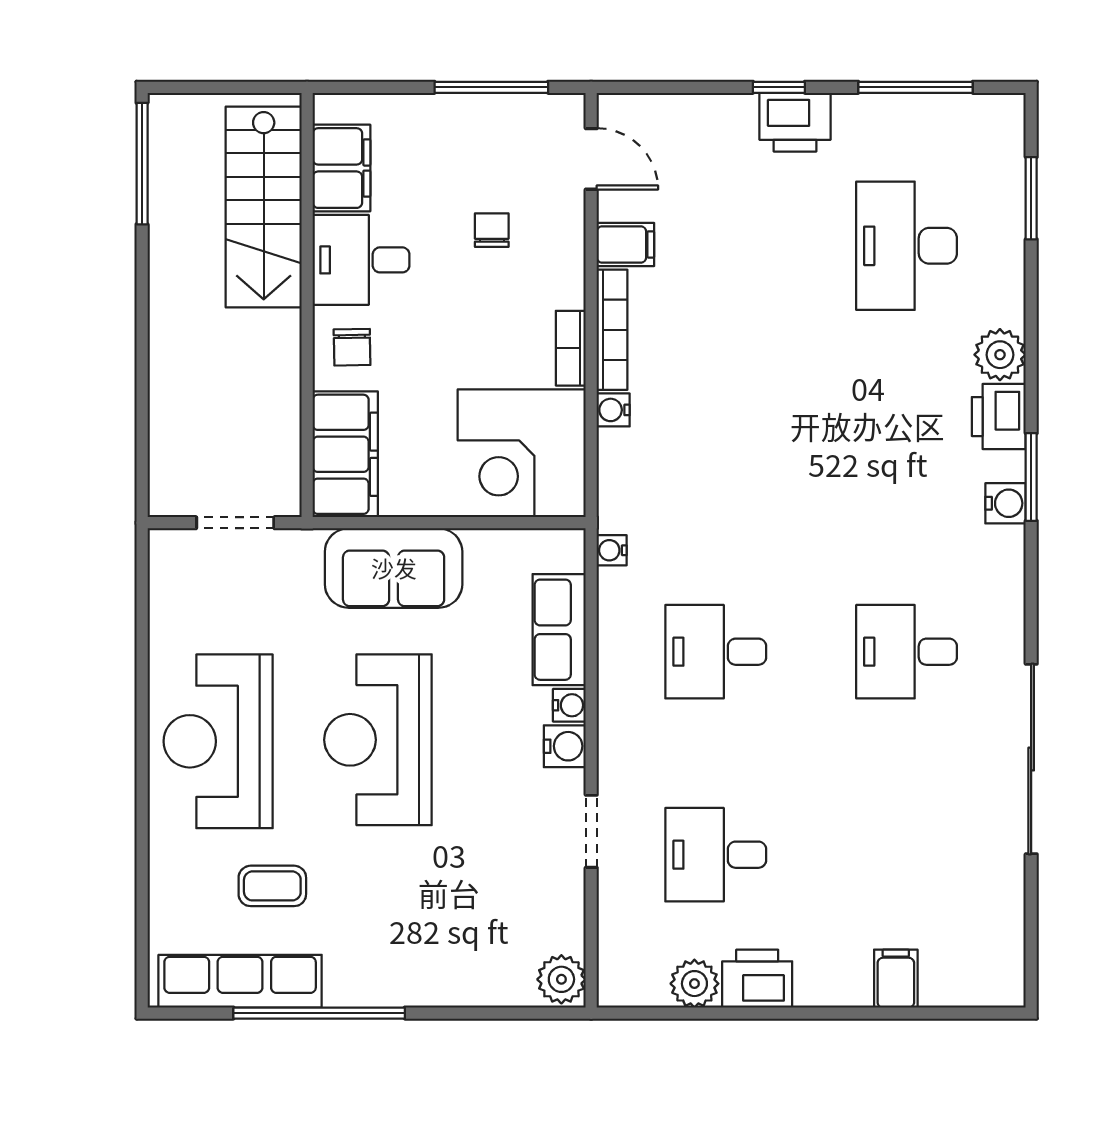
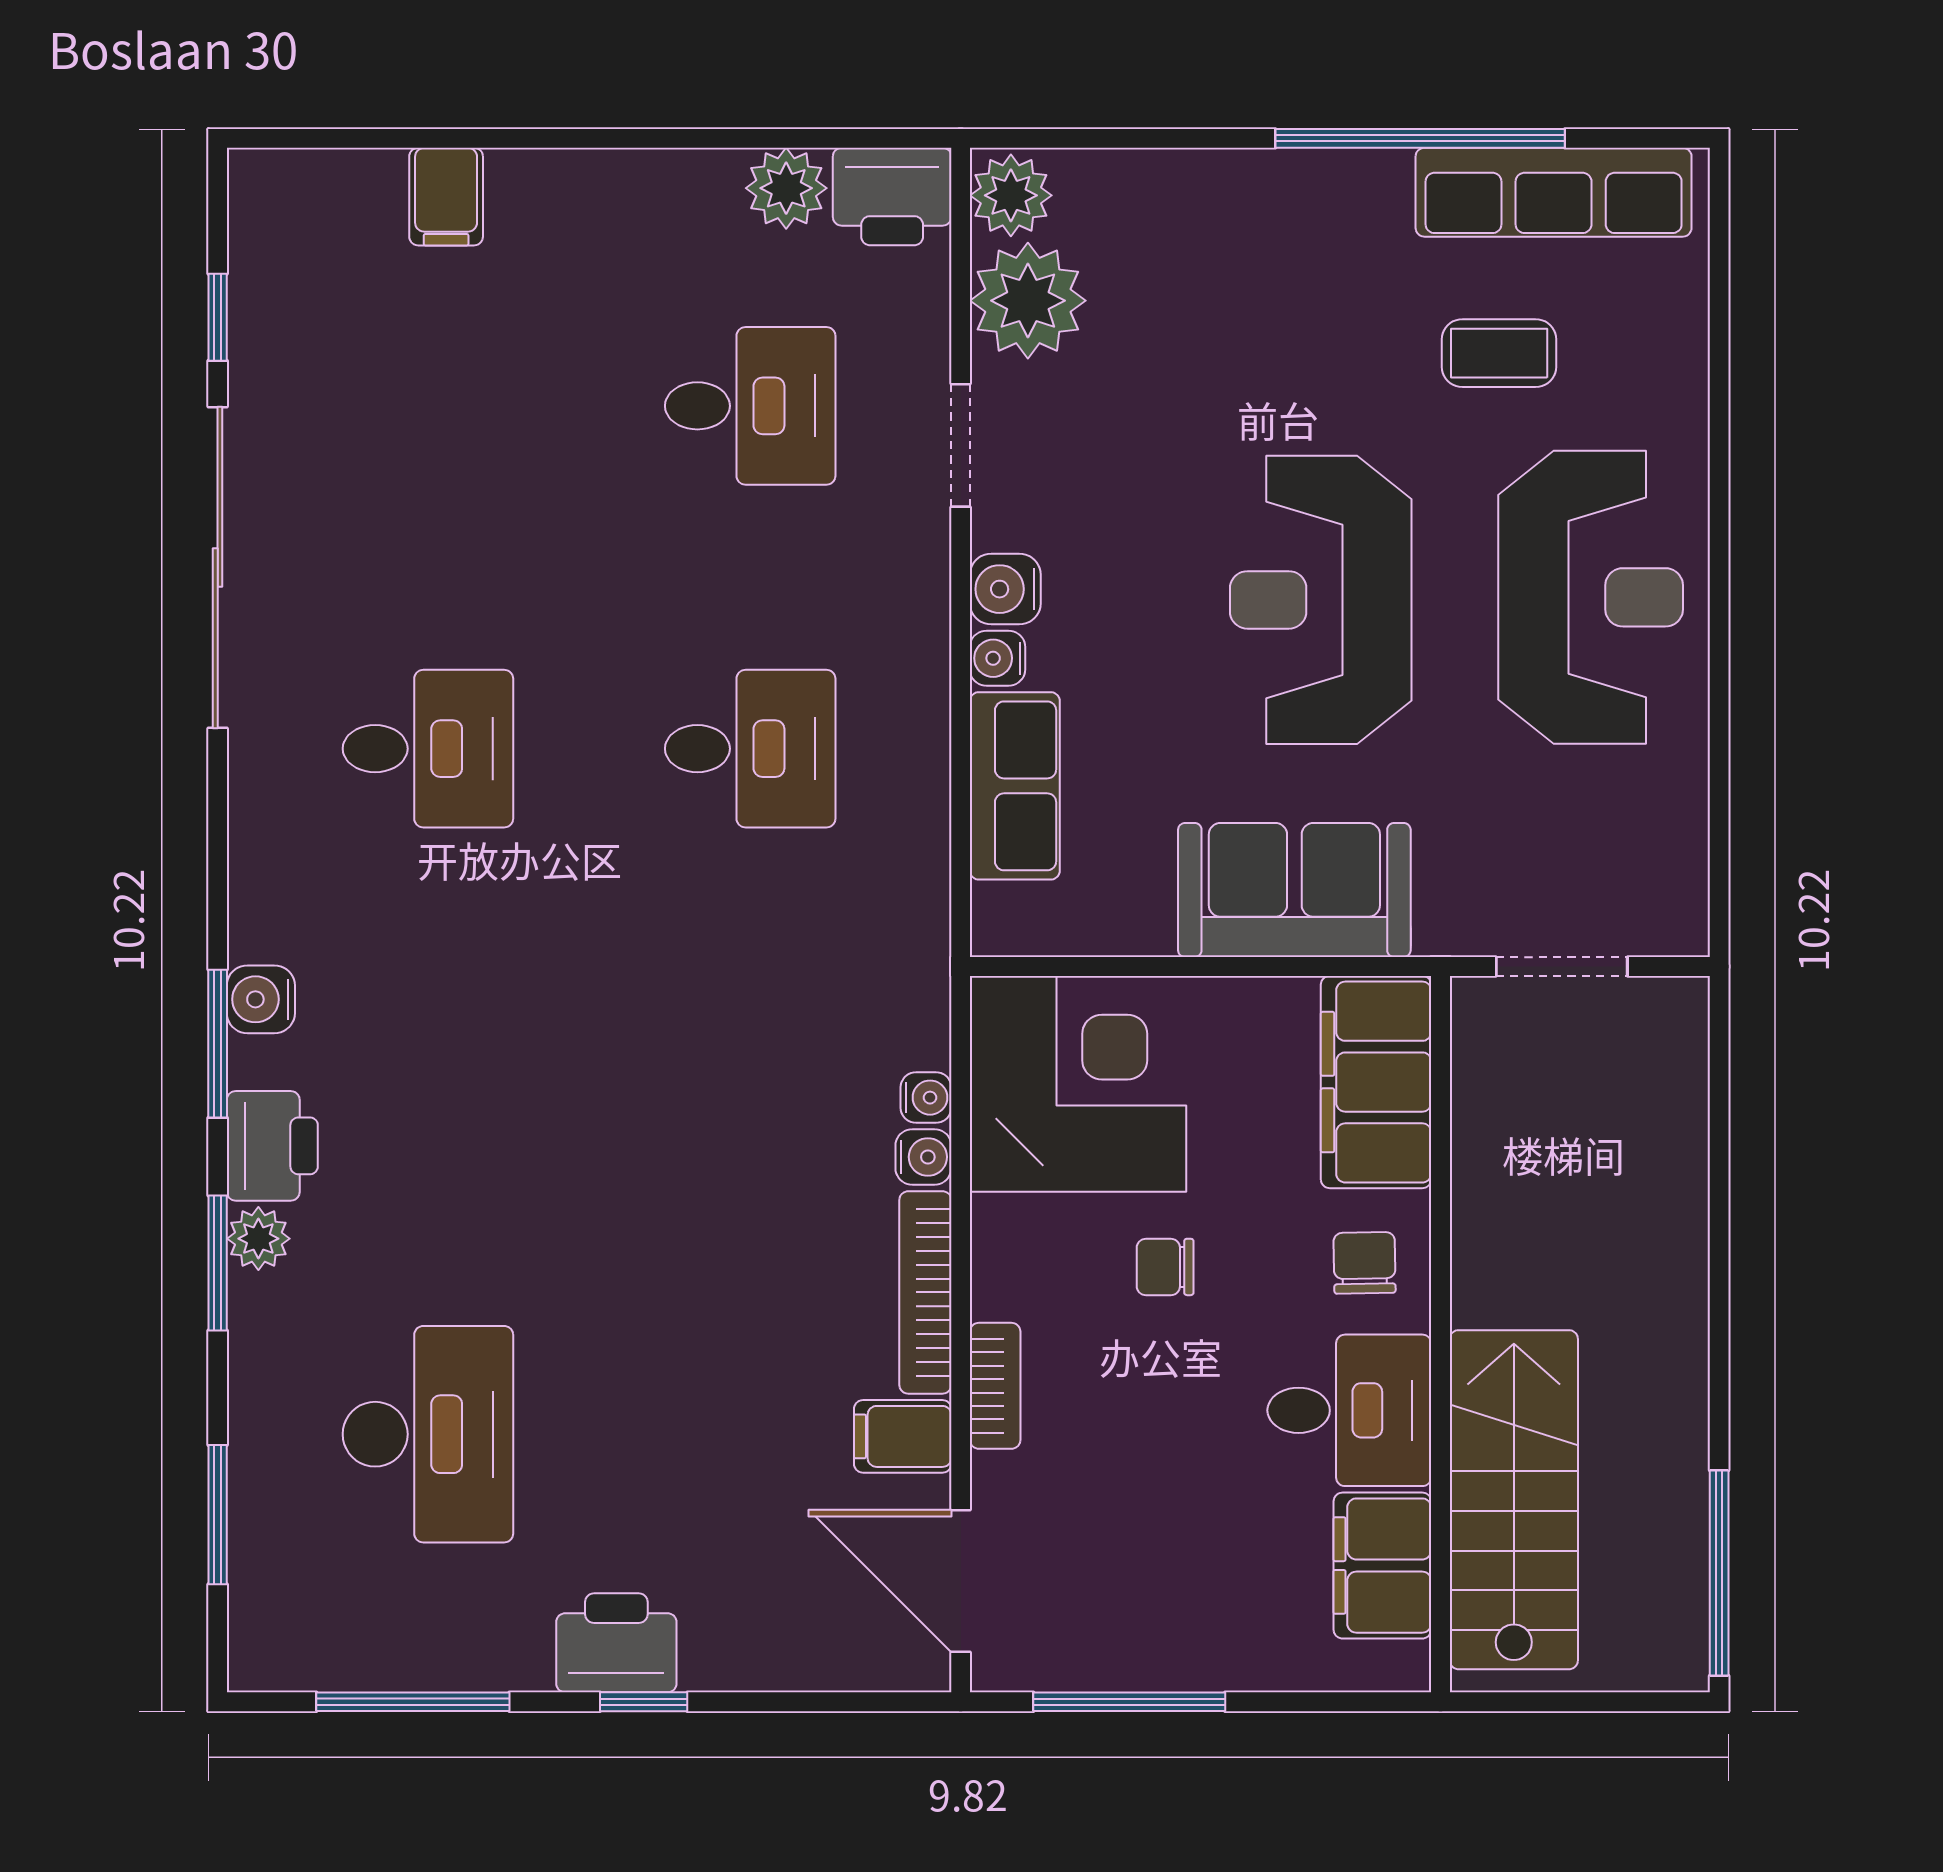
door: (591, 159) -> (961, 1581), width x1.38
chair: (492, 230) -> (1165, 1267), moved, turned 90
window: (1031, 347) -> (218, 1263), added
bookcase: (571, 348) -> (995, 1386), moved
plant: (1000, 355) -> (258, 1239), width x0.73, depth x0.73
water cooler: (612, 550) -> (926, 1098), moved
reception desk: (378, 740) -> (1321, 600), turned 180
window: (1031, 907) -> (218, 317), added
plant: (551, 917) -> (1028, 301), added
printer: (757, 979) -> (892, 196), moved

